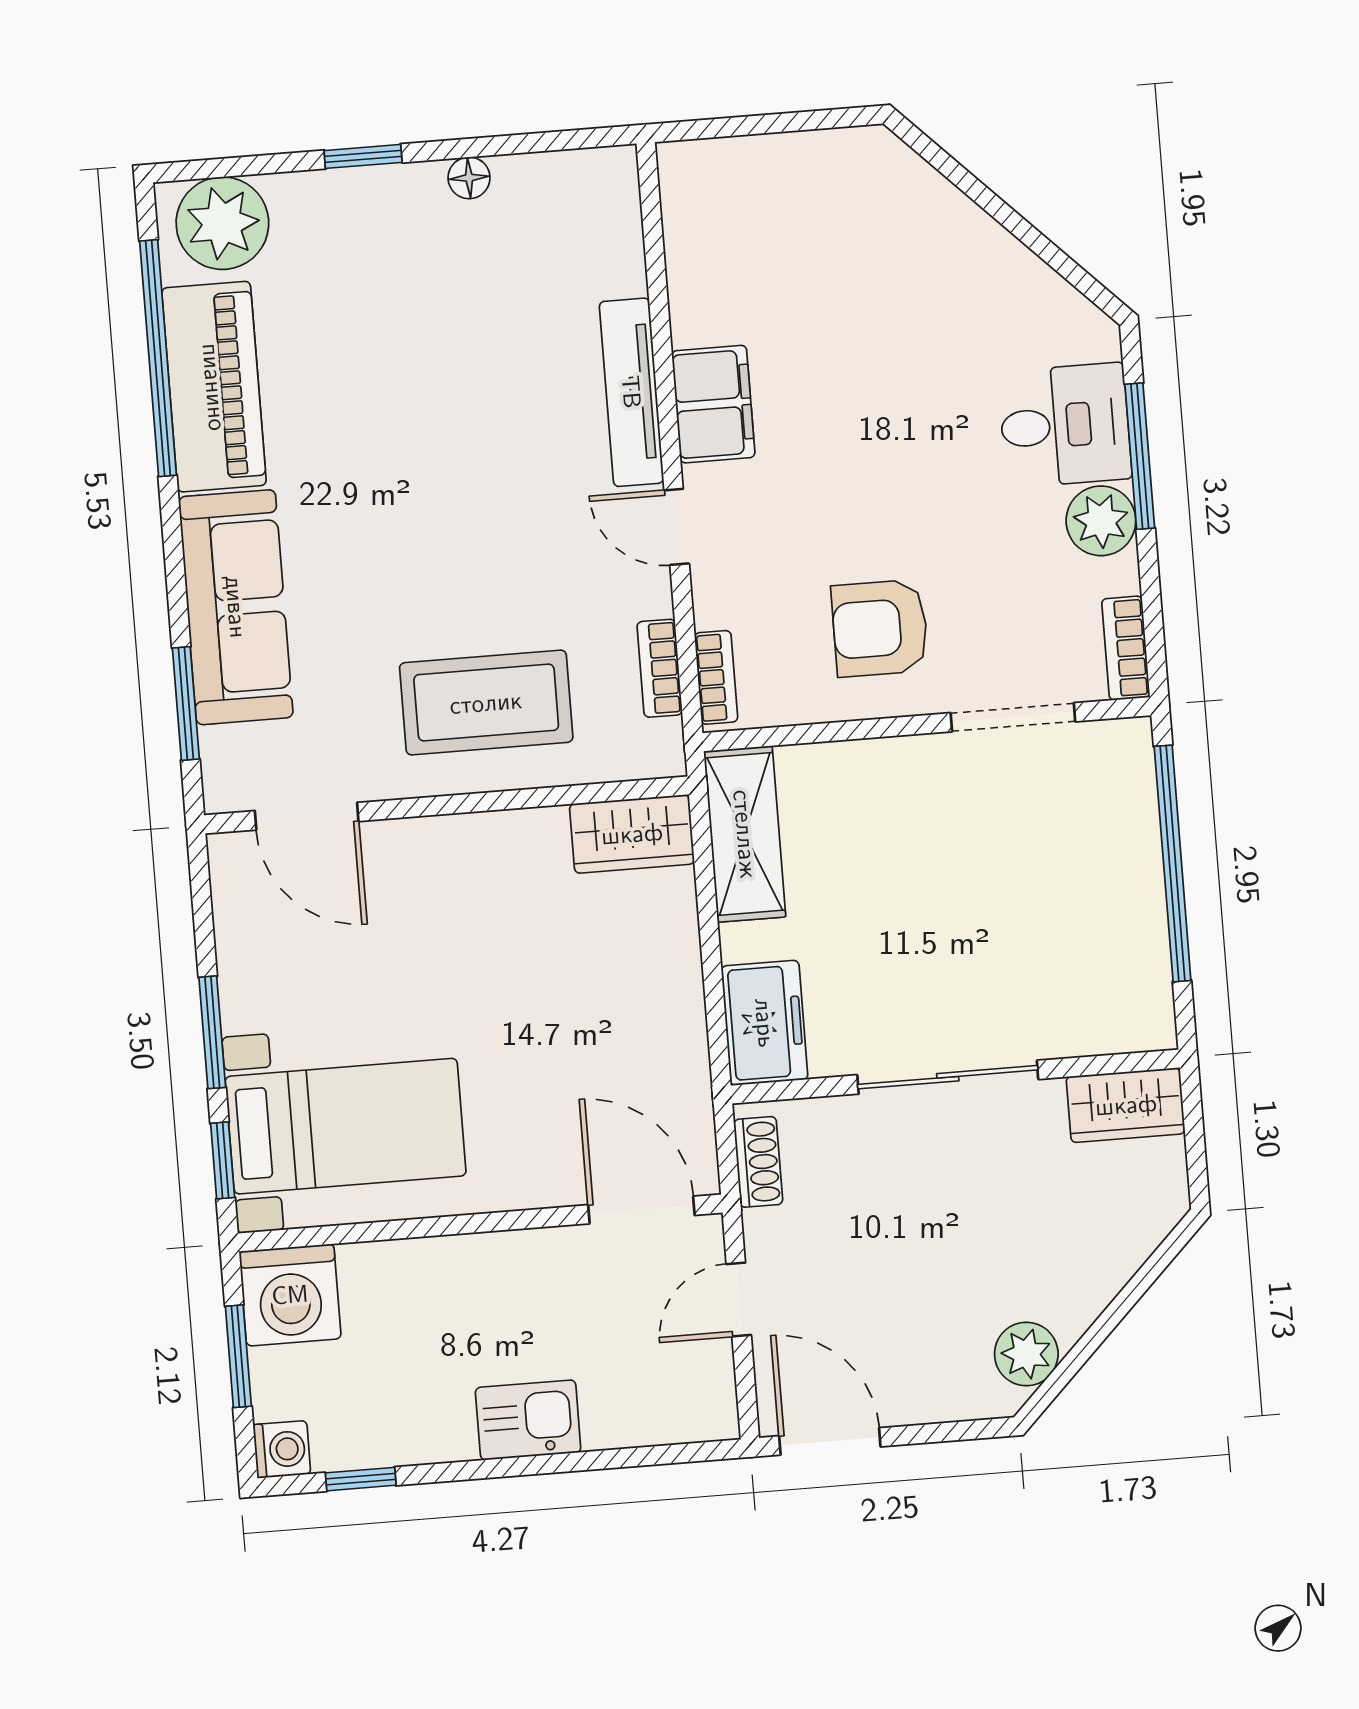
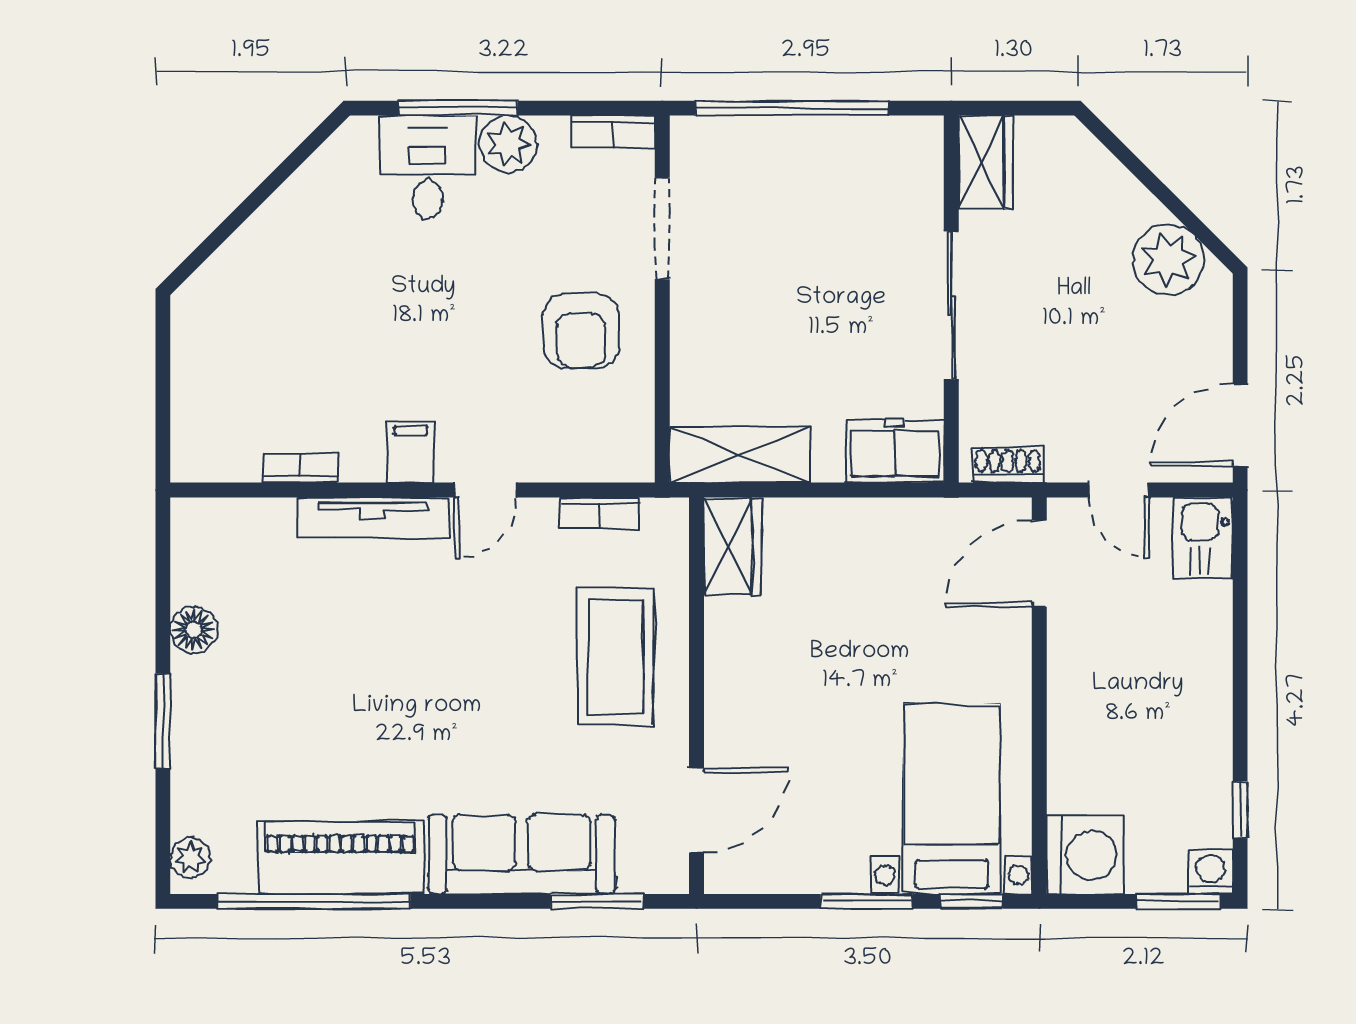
window: (363, 156) -> (163, 721), width x1.50
floor lamp: (469, 178) -> (194, 630), width x1.37, depth x1.37
plant: (222, 223) -> (190, 858), width x0.53, depth x0.53
filing cabinet: (713, 404) -> (411, 452), width x0.50
bookcase: (716, 677) -> (300, 468), moved
plant: (1026, 1354) -> (1168, 259), width x1.36, depth x1.36
window: (238, 1356) -> (1178, 901), moved
kitchen sink: (528, 1420) -> (1203, 539), moved

